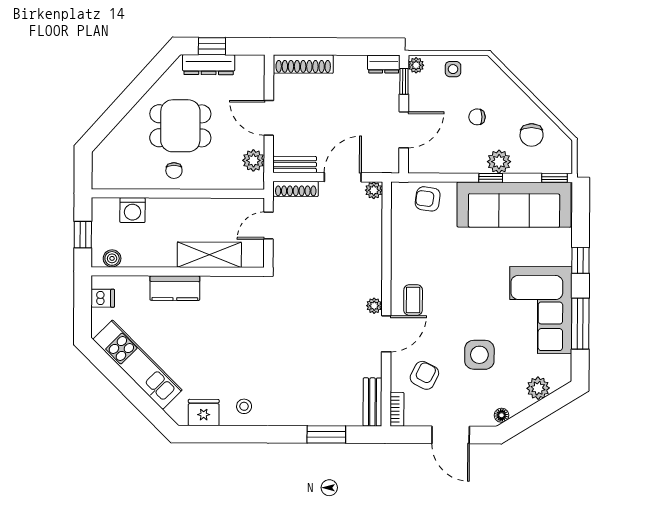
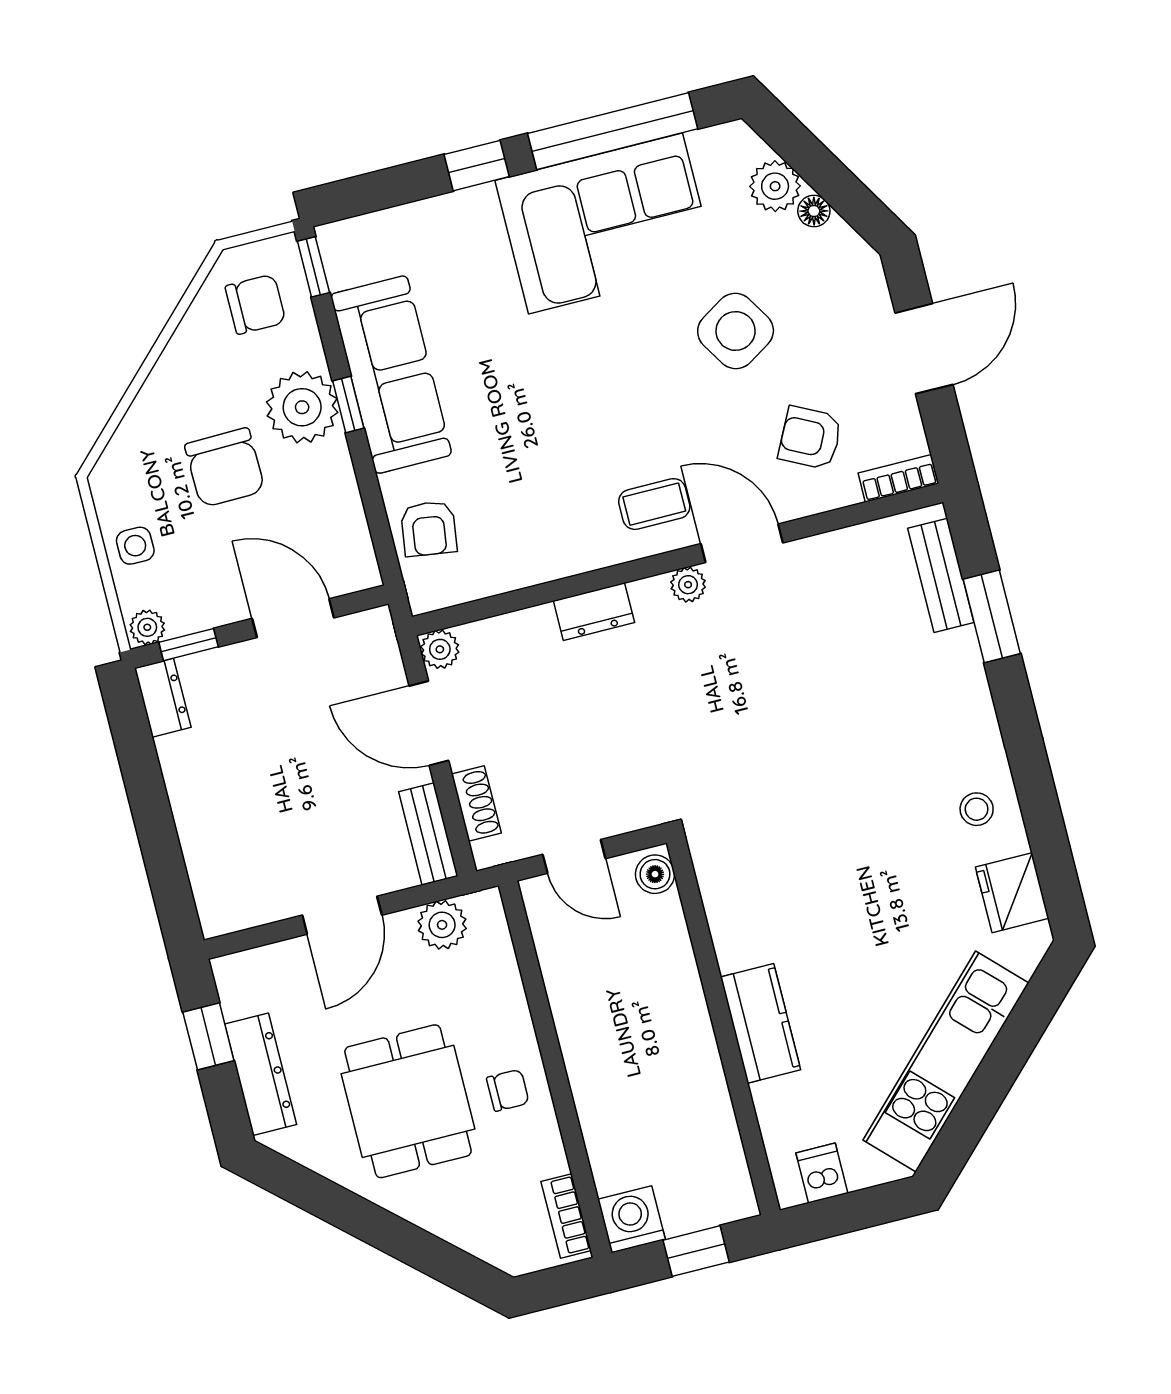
window: (212, 46) -> (208, 1036), moved
shoe rack: (303, 64) -> (207, 871), removed
chair: (477, 117) -> (225, 468), width x1.87, depth x1.87
chair: (532, 135) -> (255, 304), moved
plant: (499, 162) -> (302, 407), width x1.36, depth x1.36
bookcase: (113, 182) -> (566, 1216), added
shoe rack: (296, 189) -> (476, 803), width x0.70
sofa: (514, 205) -> (391, 375), width x0.74, depth x0.79
washing machine: (133, 210) -> (631, 1219), moved, turned -90
shelving: (209, 255) -> (669, 968), removed
boiler: (112, 258) -> (655, 874), moved
dresser: (373, 262) -> (594, 612), added
window: (580, 324) -> (613, 131), width x1.46
side table: (479, 355) -> (736, 331), turned -32
bench: (372, 402) -> (941, 575), moved, turned 90
floor lamp: (502, 415) -> (814, 211), moved

